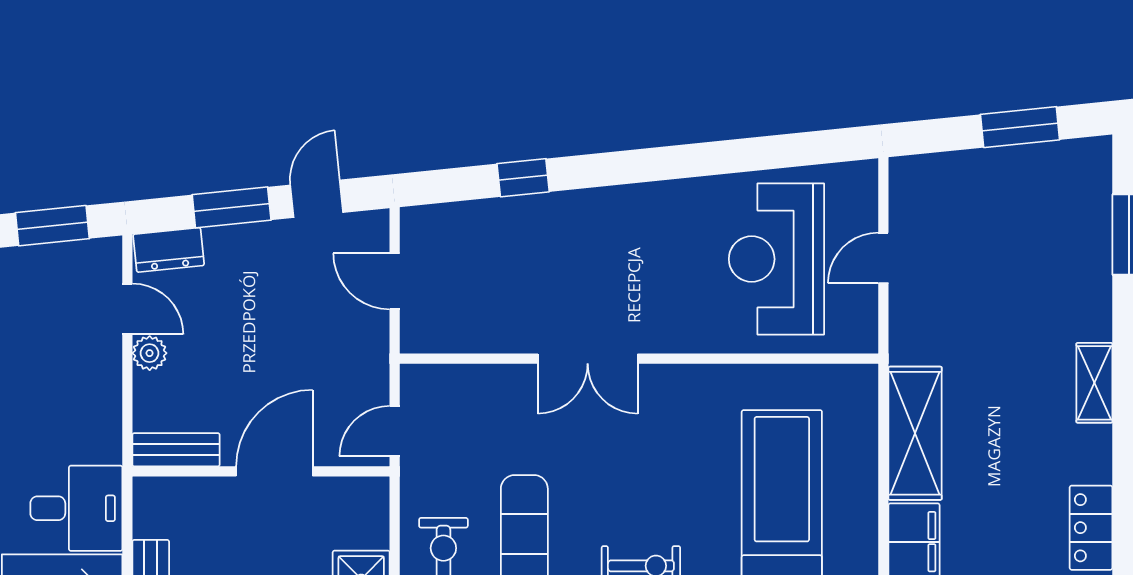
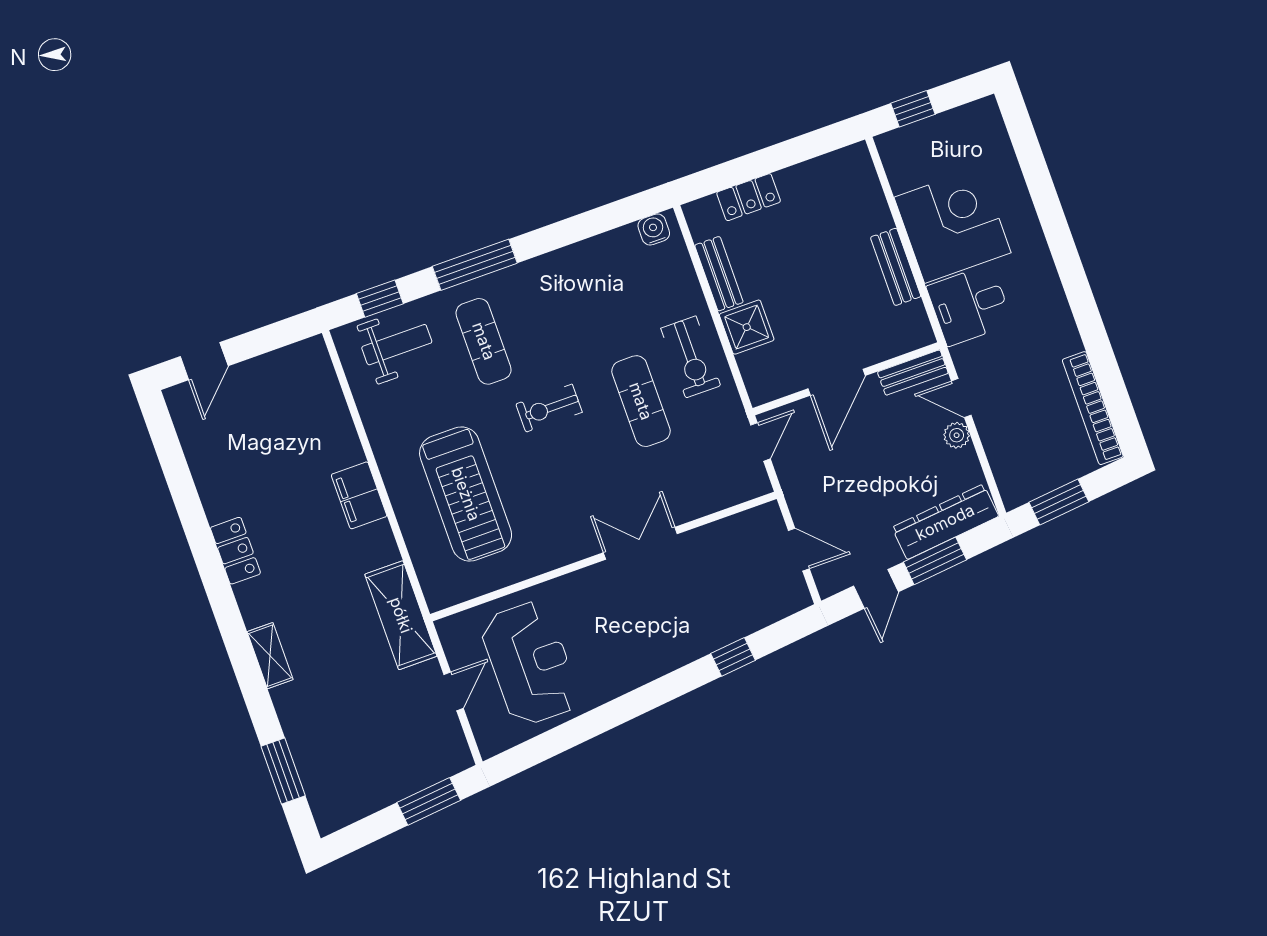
window: (1020, 127) -> (429, 801), moved
dresser: (169, 250) -> (945, 522), width x1.96, depth x1.24
door: (127, 309) -> (961, 398), moved
shelving: (915, 433) -> (401, 615), moved

